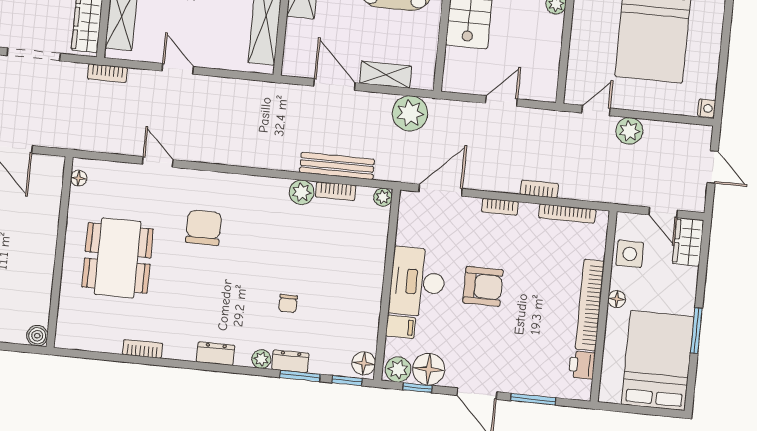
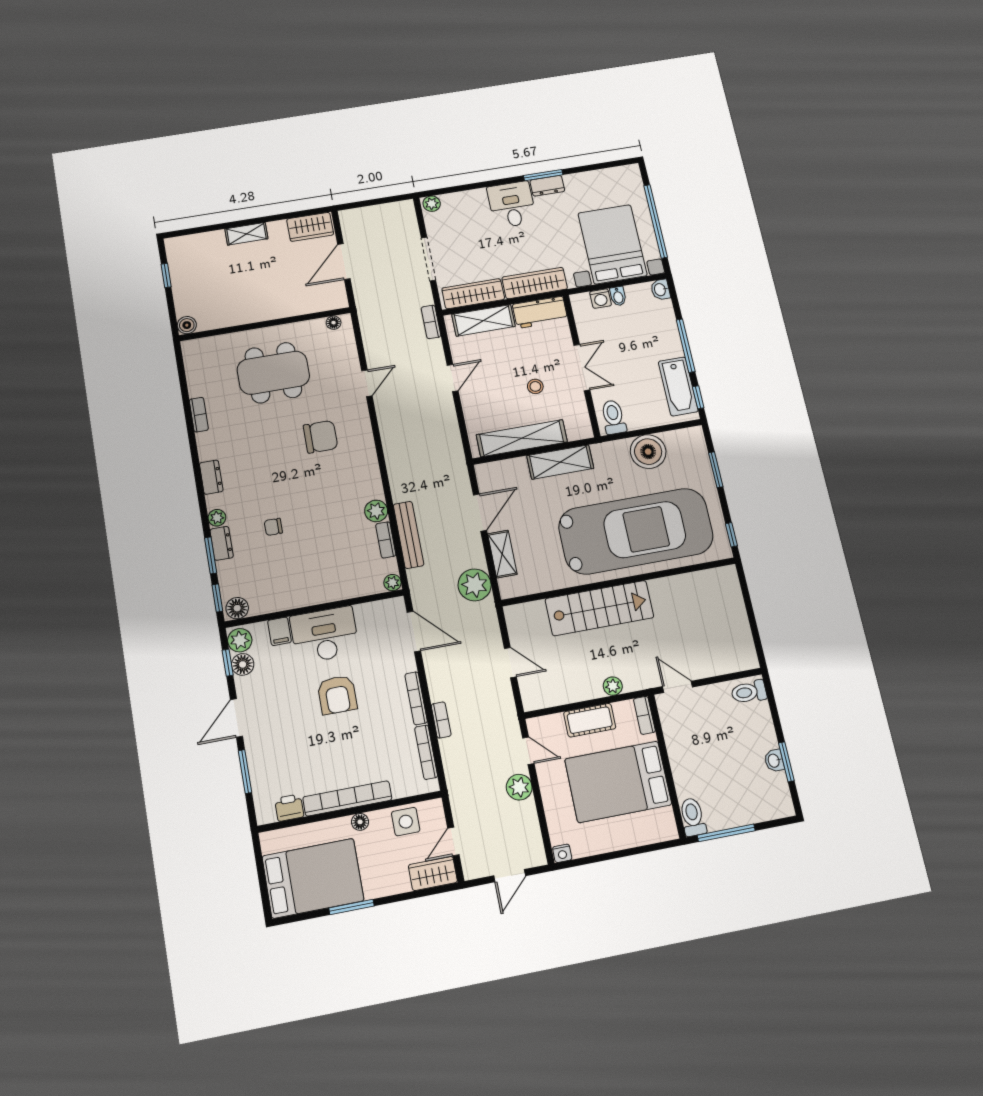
cot: (584, 39) -> (590, 720), added
bookcase: (500, 207) -> (416, 698), width x1.56
floor lamp: (429, 369) -> (243, 664), width x0.73, depth x0.73

